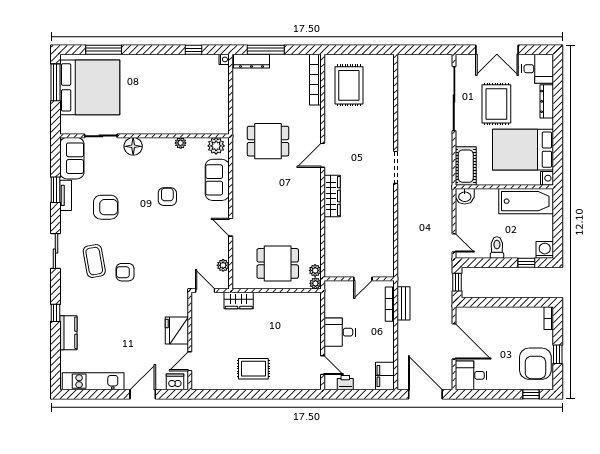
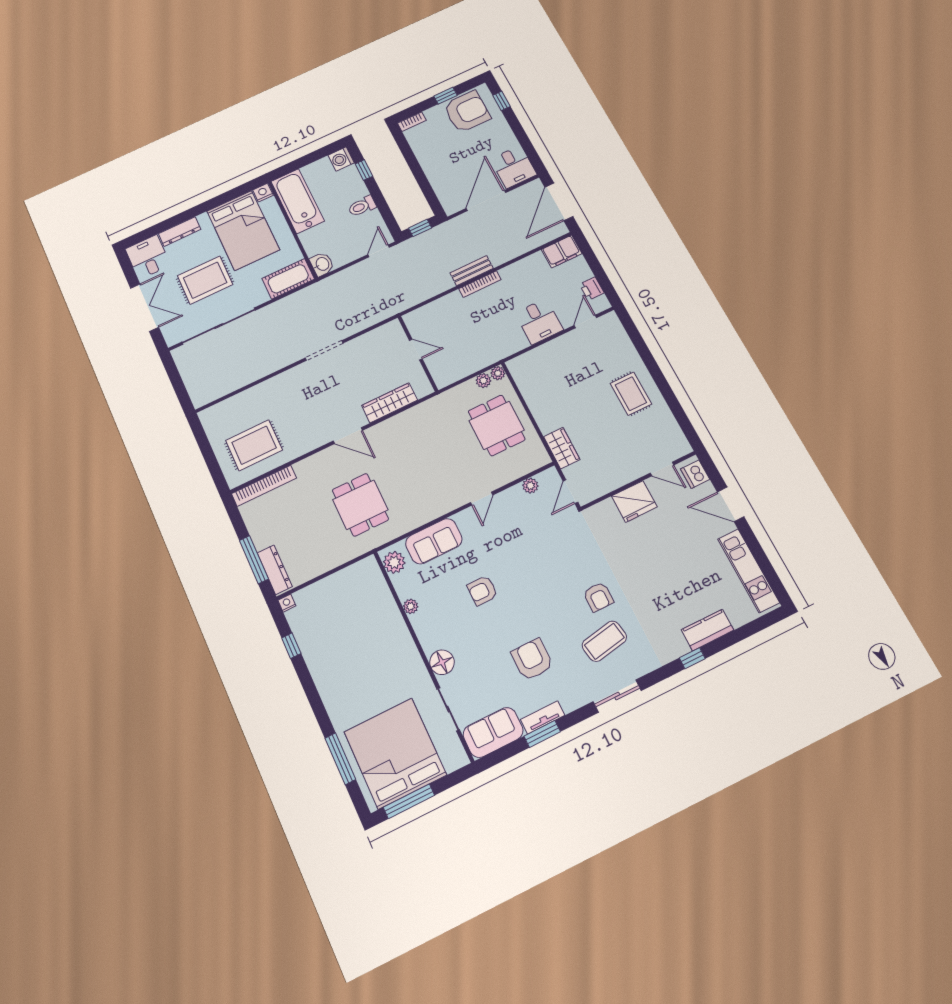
wall: (359, 279) -> (418, 354), moved
door: (363, 279) -> (416, 350), moved

